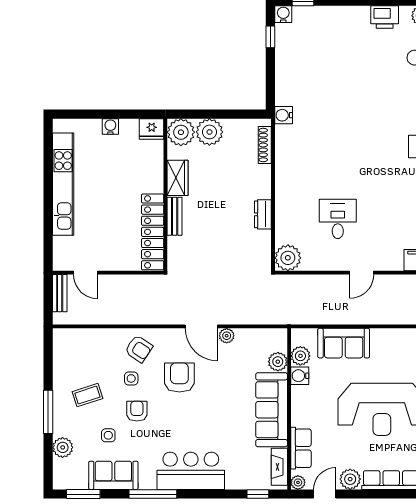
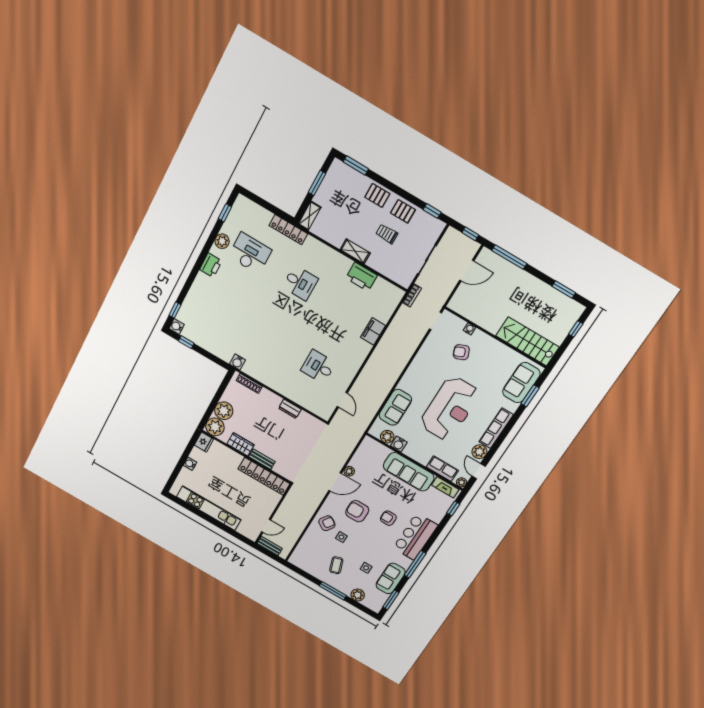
plant: (288, 258) -> (324, 410), removed
door: (362, 273) -> (342, 400), moved
plant: (278, 362) -> (382, 452), removed
armchair: (137, 411) -> (388, 518), moved

